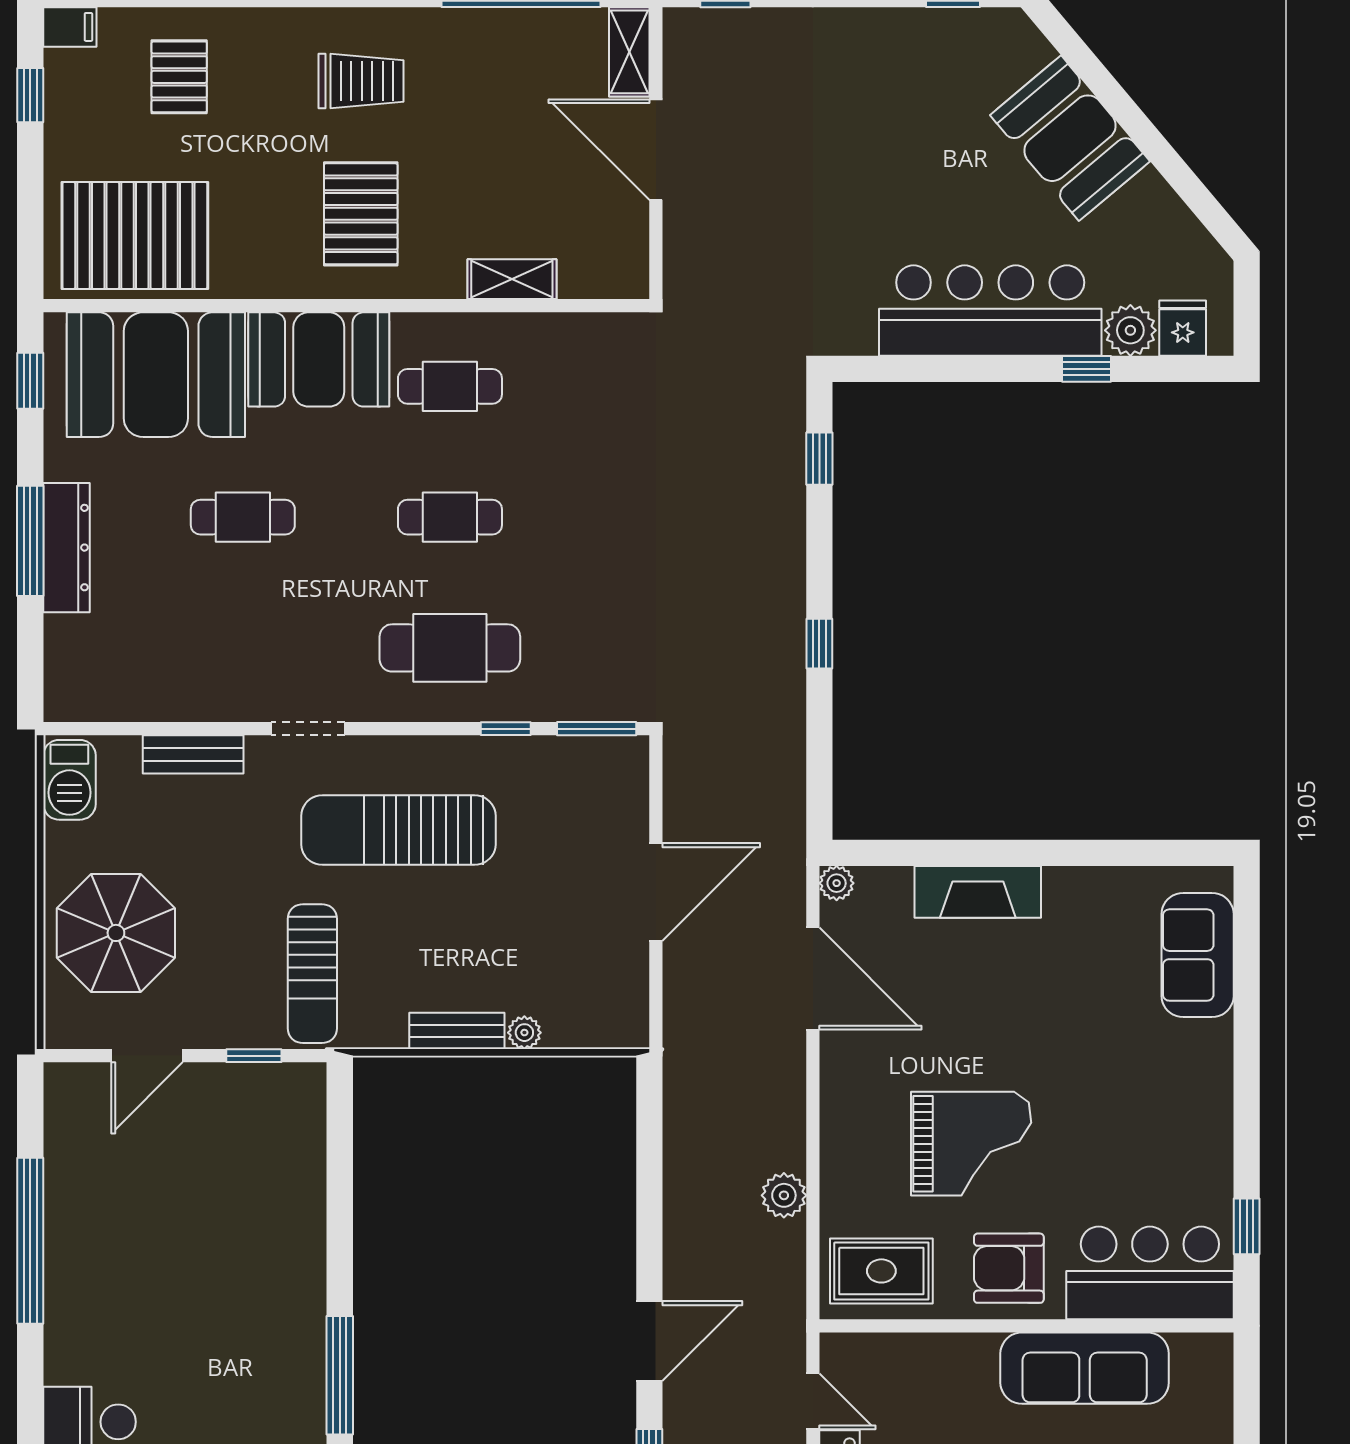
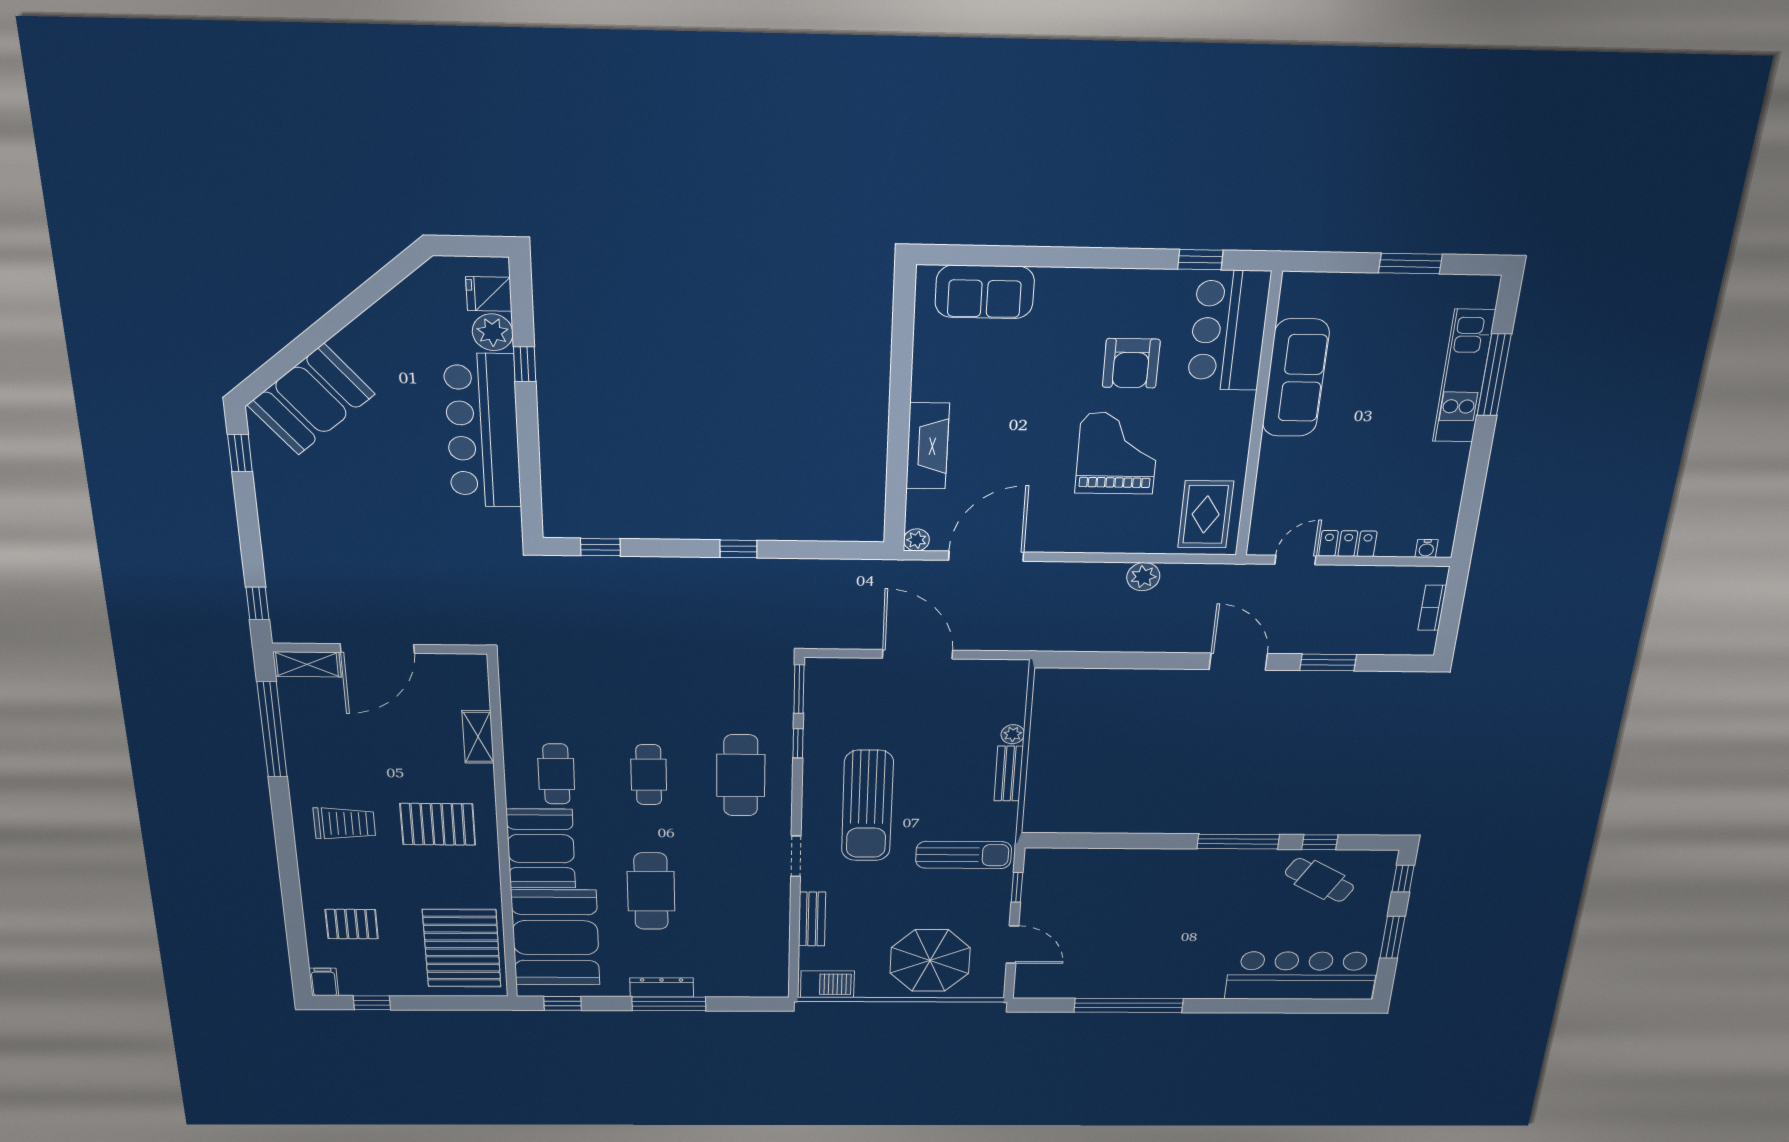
trolley: (361, 81) -> (344, 823), turned 90
booth: (1070, 138) -> (311, 400), moved
cafe table: (243, 517) -> (651, 891), width x1.37, depth x1.35
dresser: (66, 548) -> (662, 987), width x0.73, depth x0.80
armchair: (1009, 1268) -> (1131, 363), moved

